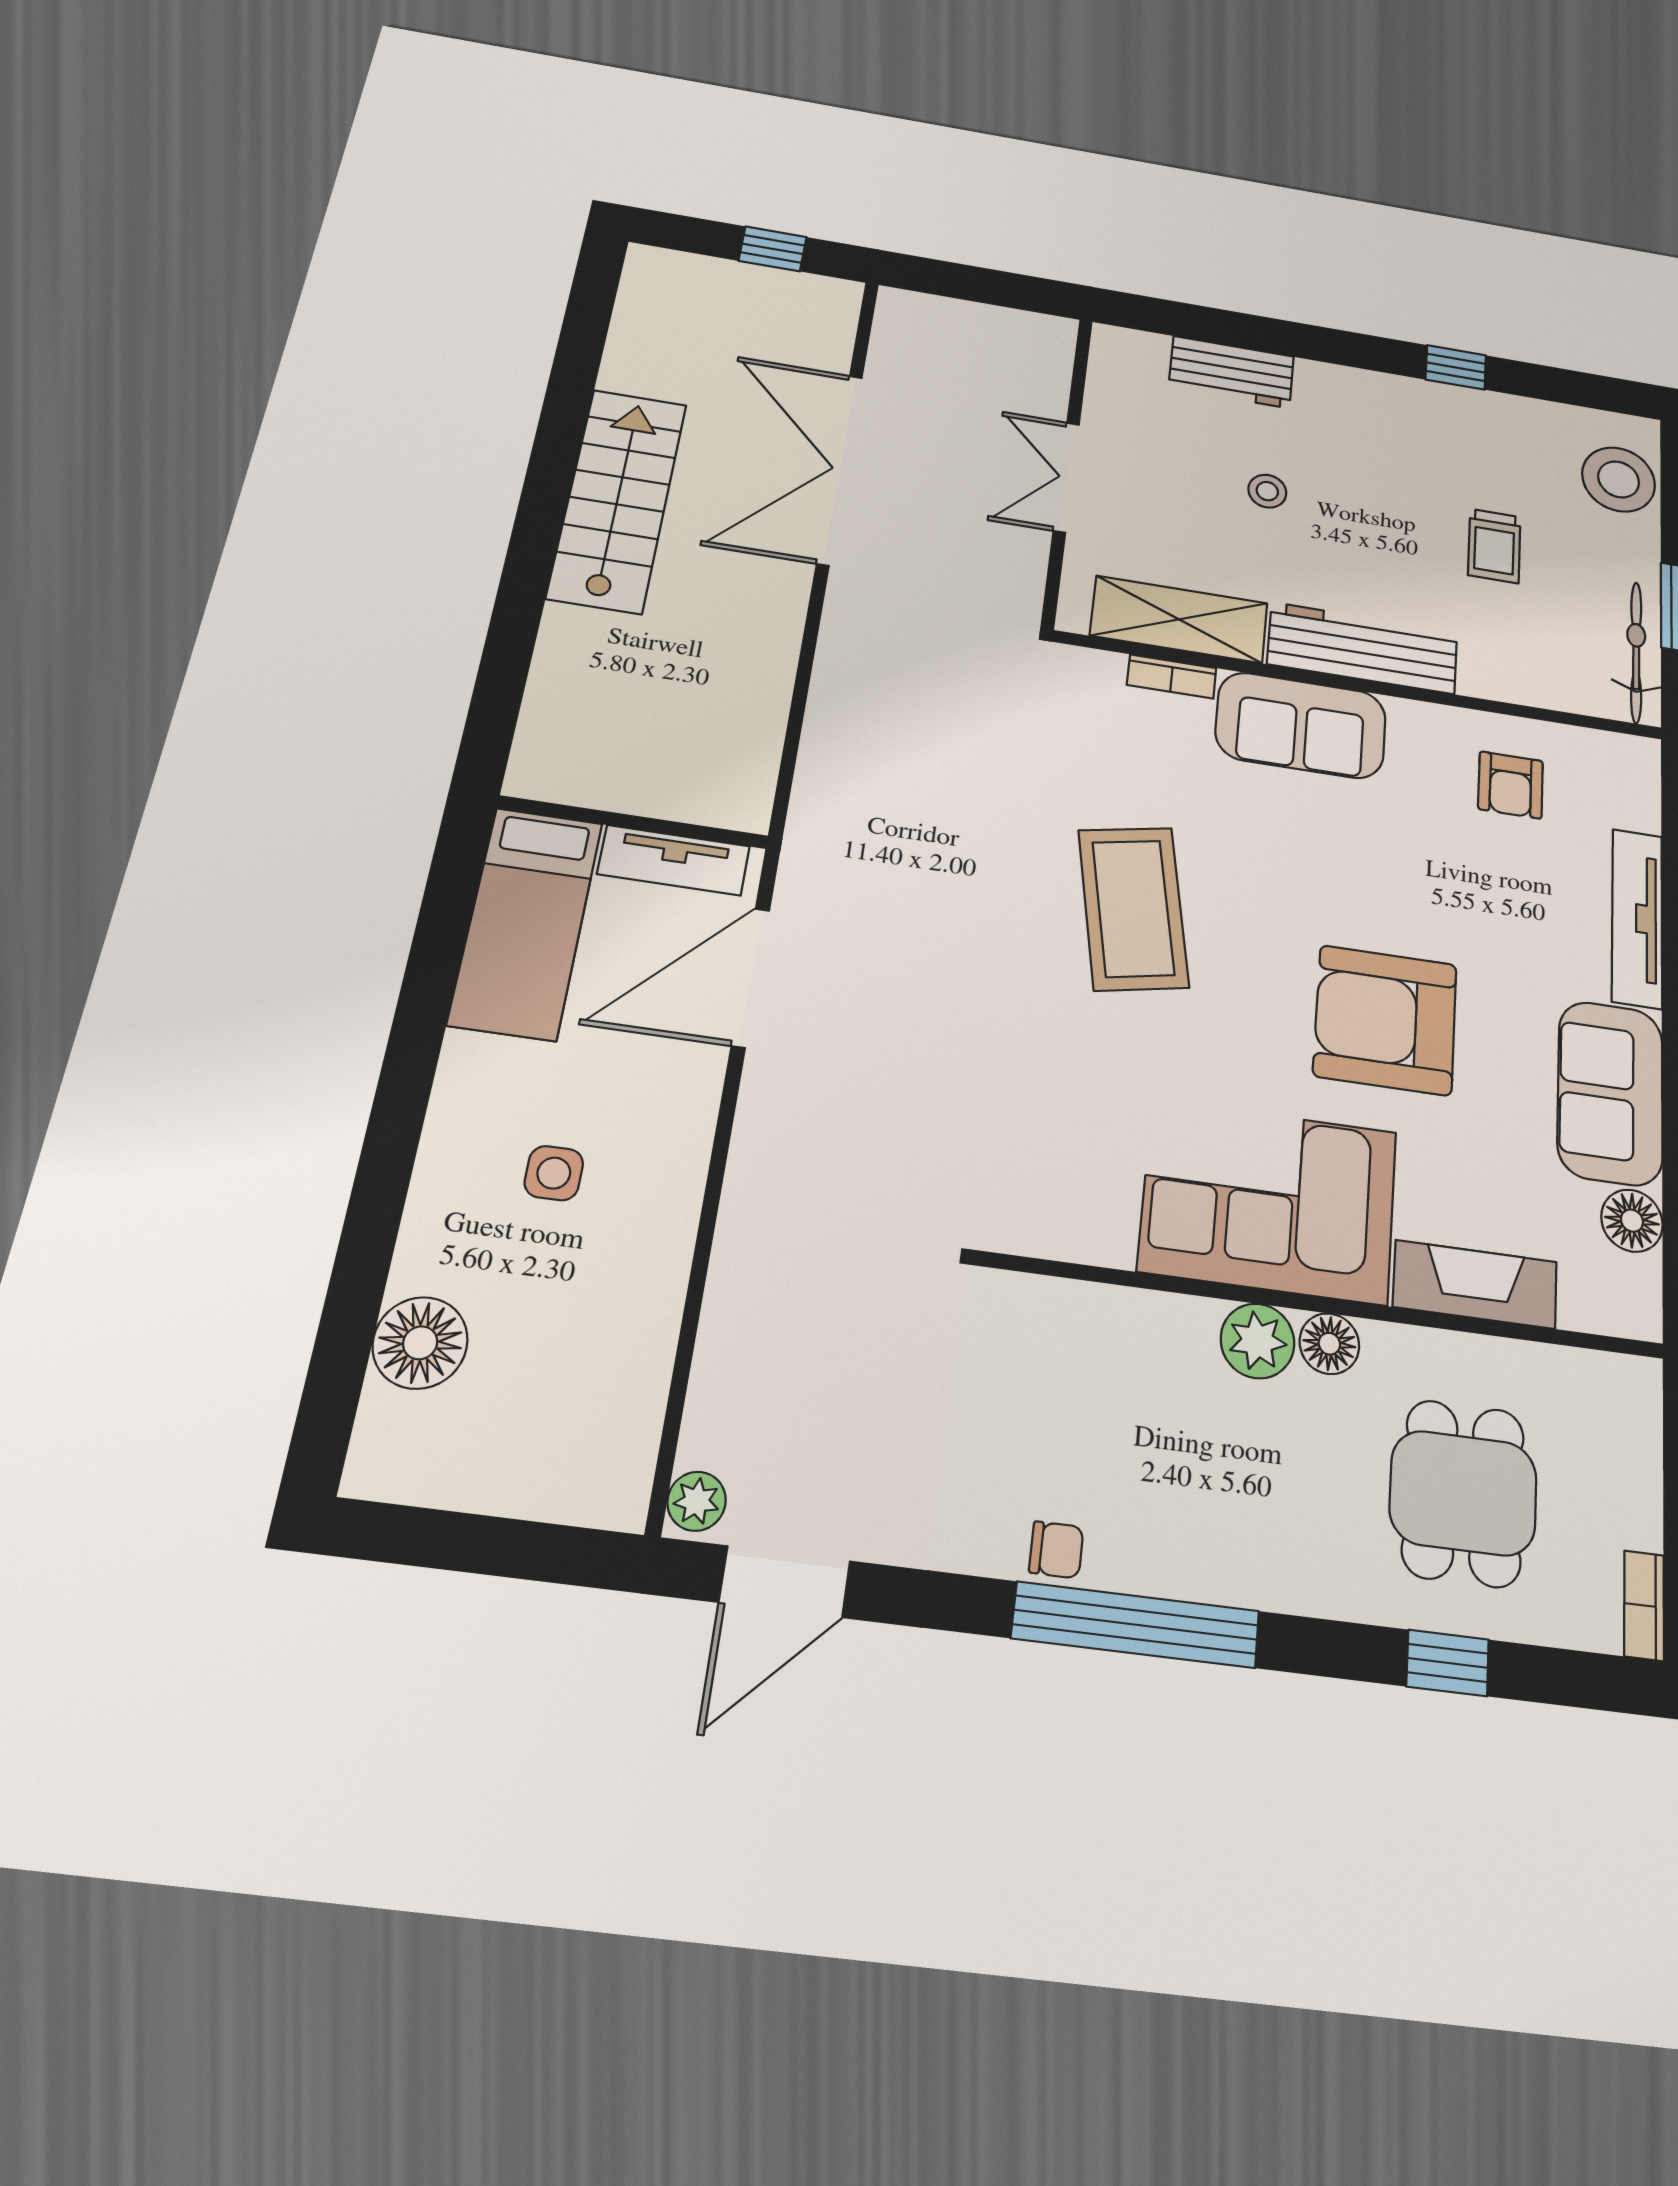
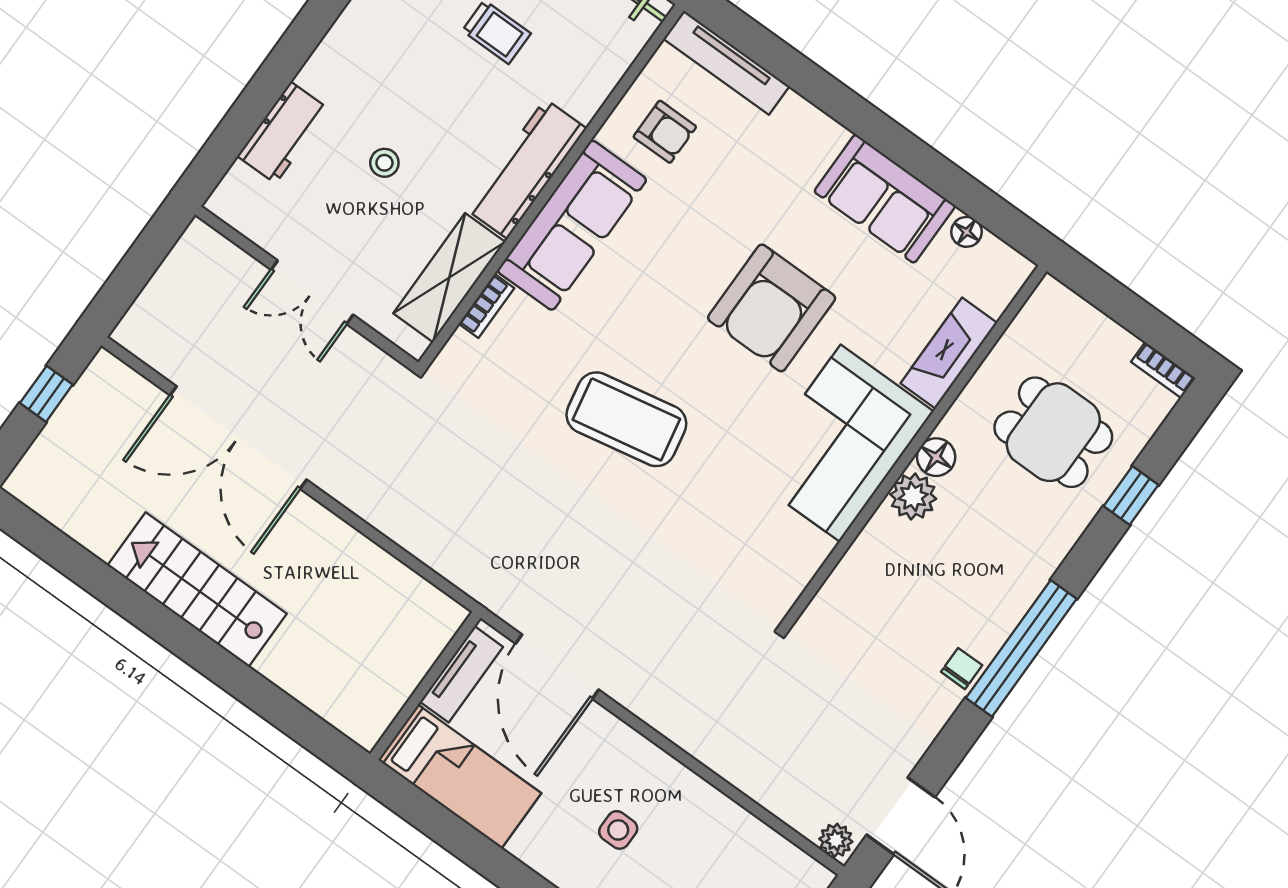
sofa: (1301, 725) -> (572, 225), width x1.36
tv unit: (1637, 918) -> (726, 62), moved
floor lamp: (1632, 1221) -> (967, 232), width x0.73, depth x0.73

